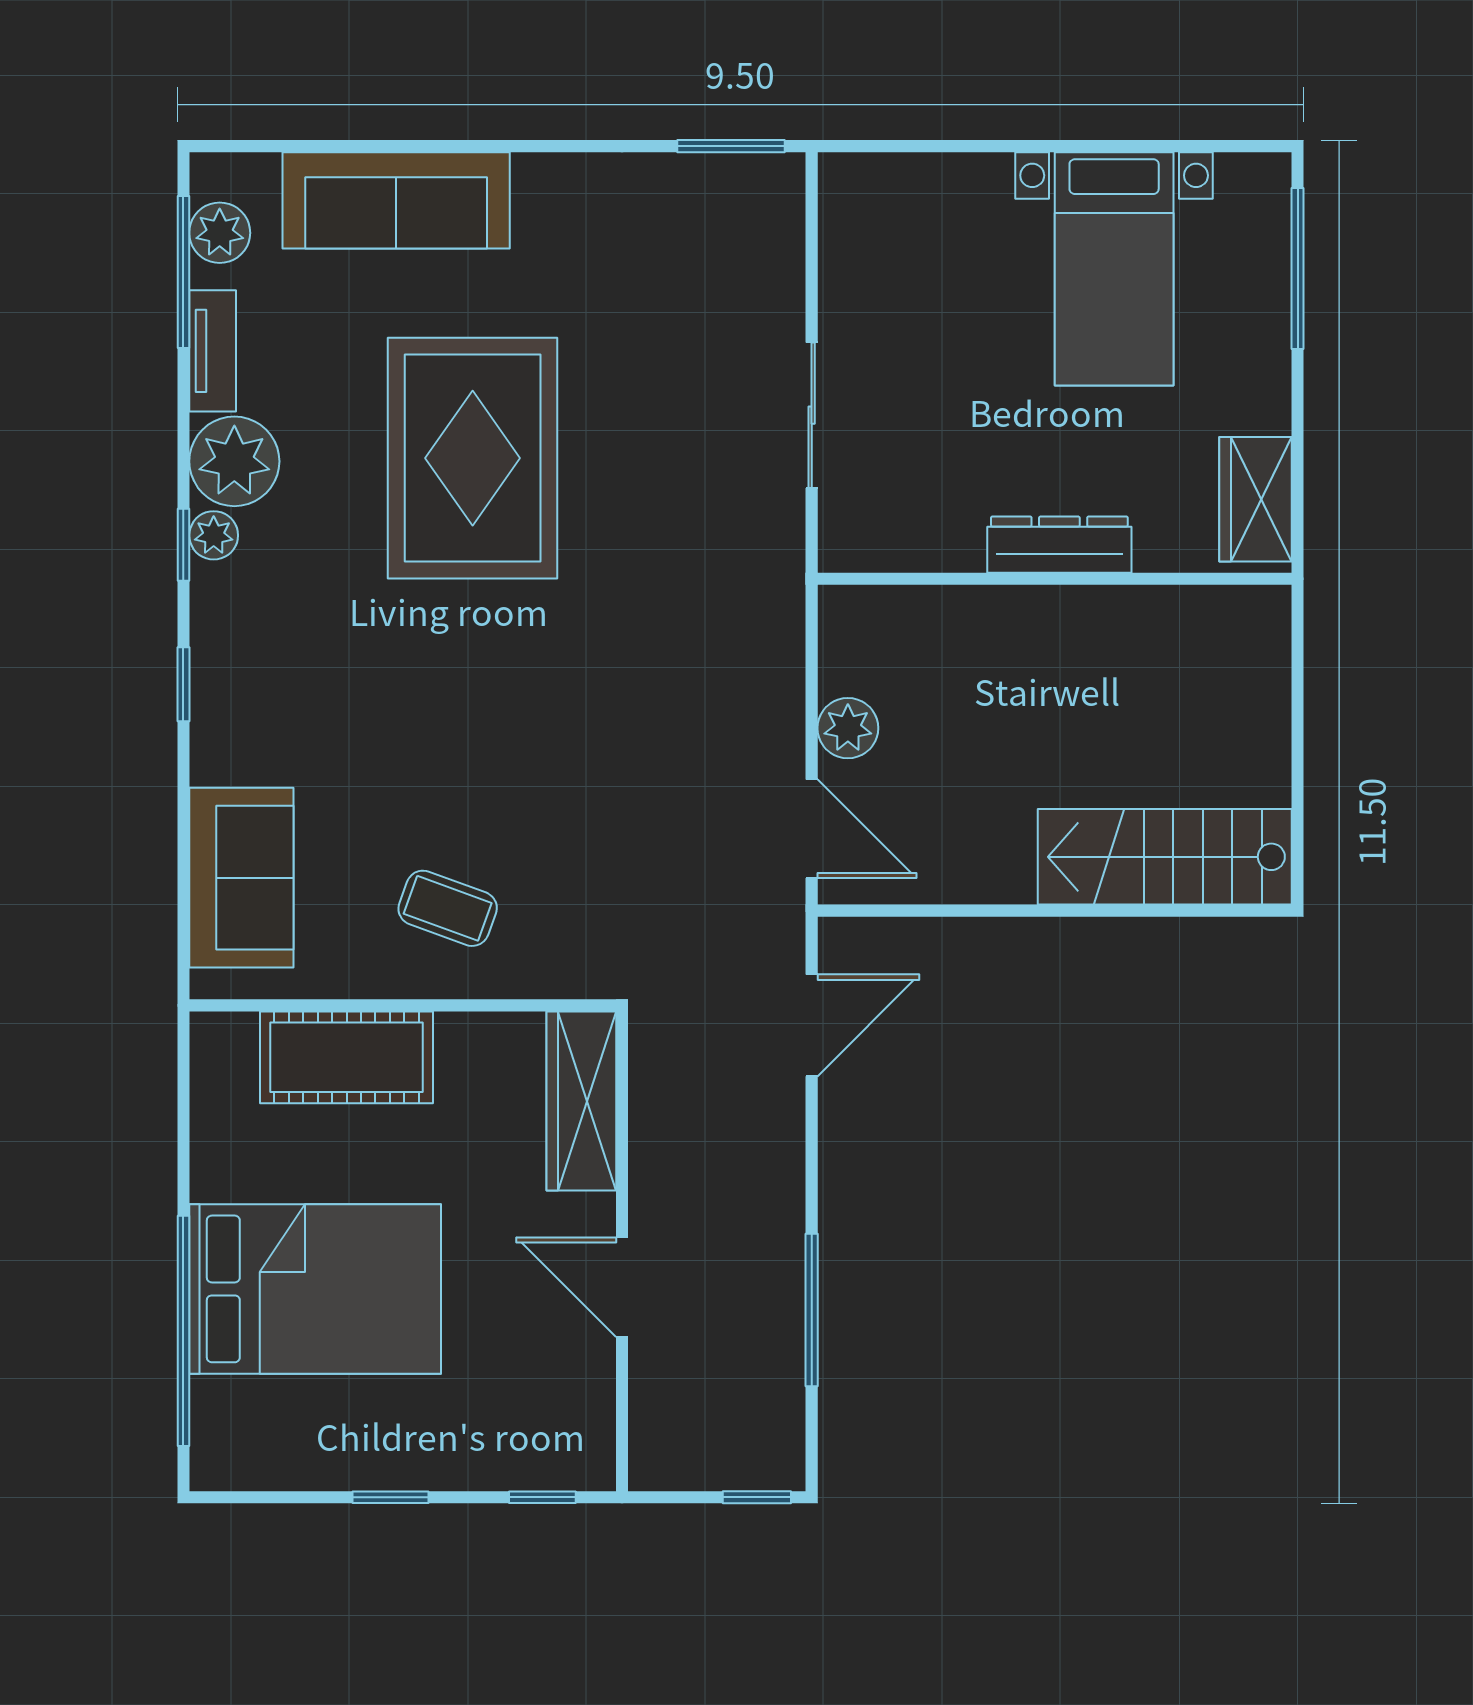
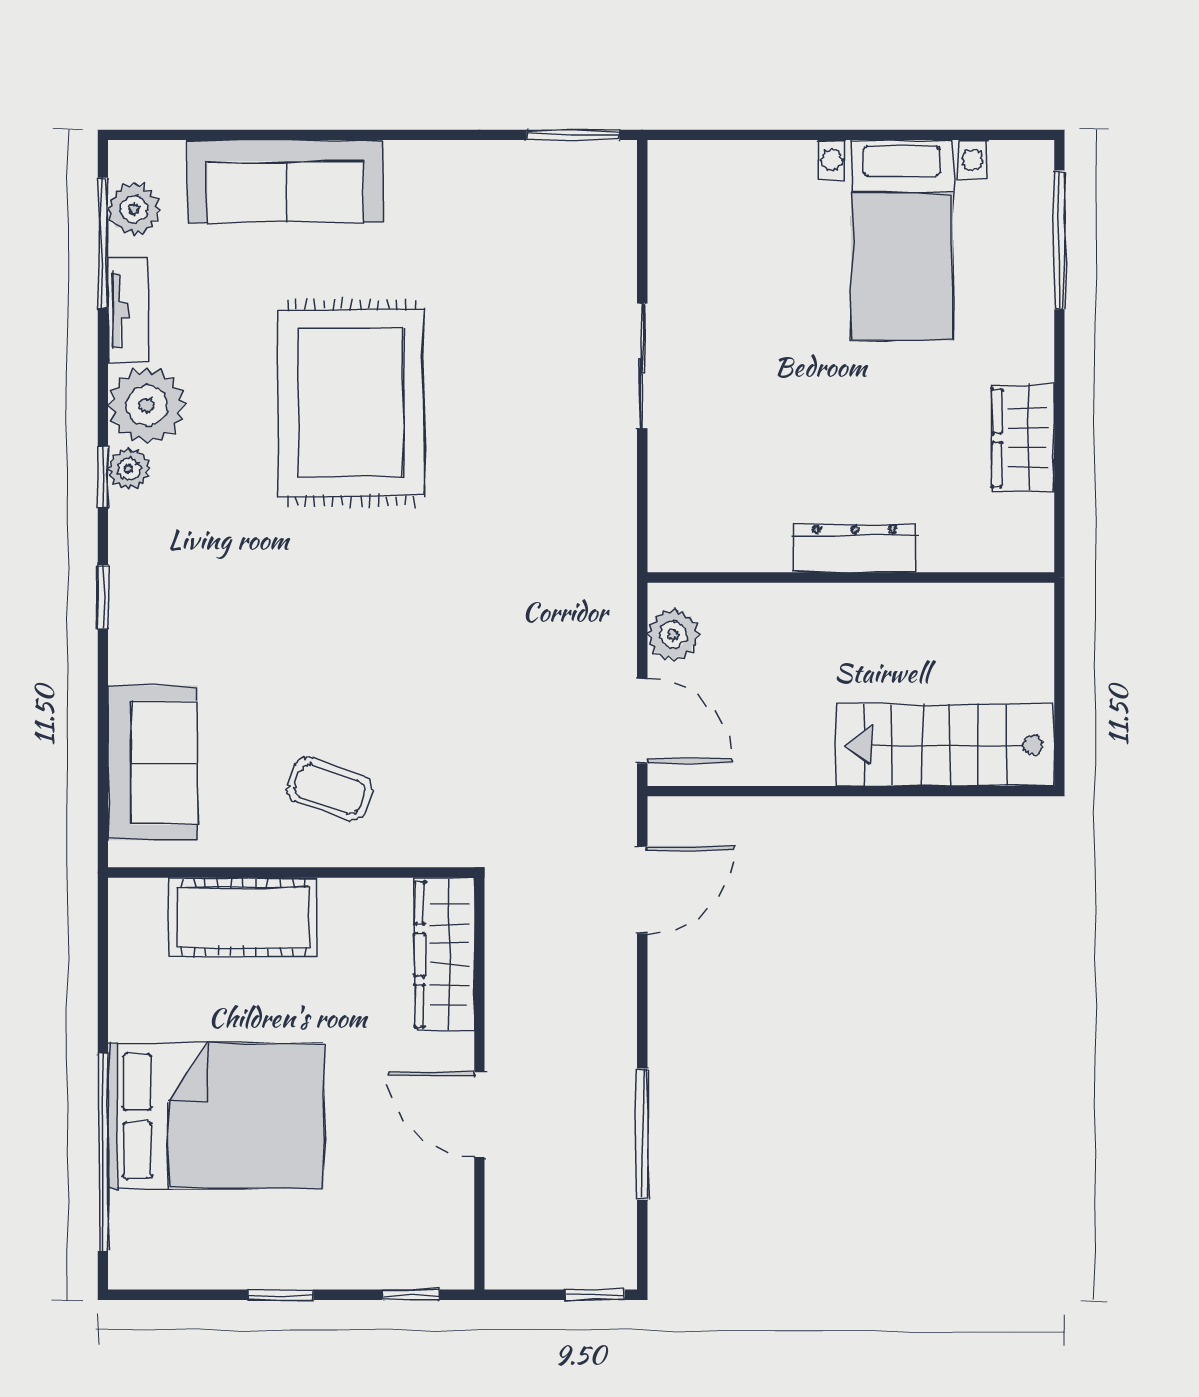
dresser: (1059, 545) -> (855, 548), moved
wall: (1055, 579) -> (851, 577), moved

